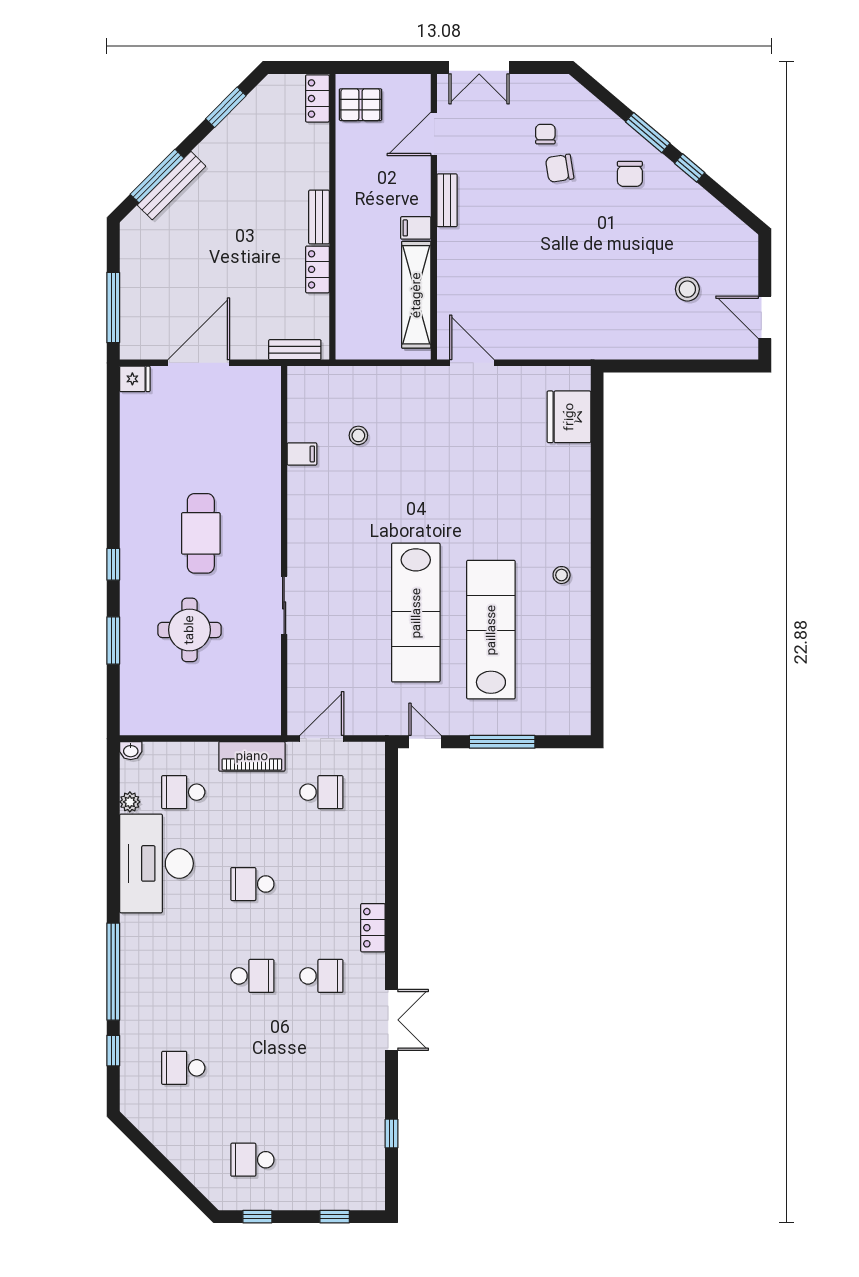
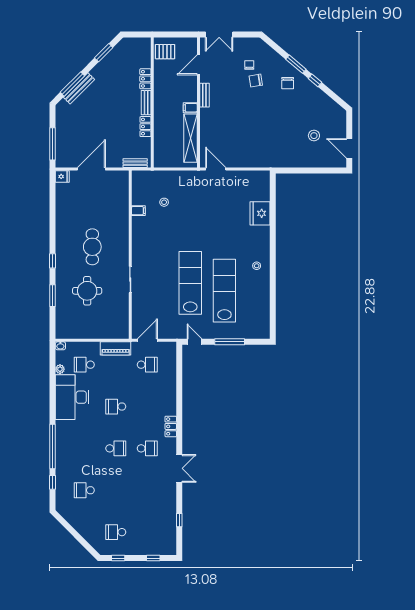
locker: (317, 98) -> (145, 79), moved
fridge: (569, 417) -> (260, 213), moved
lab bench: (416, 613) -> (190, 283), turned 180

